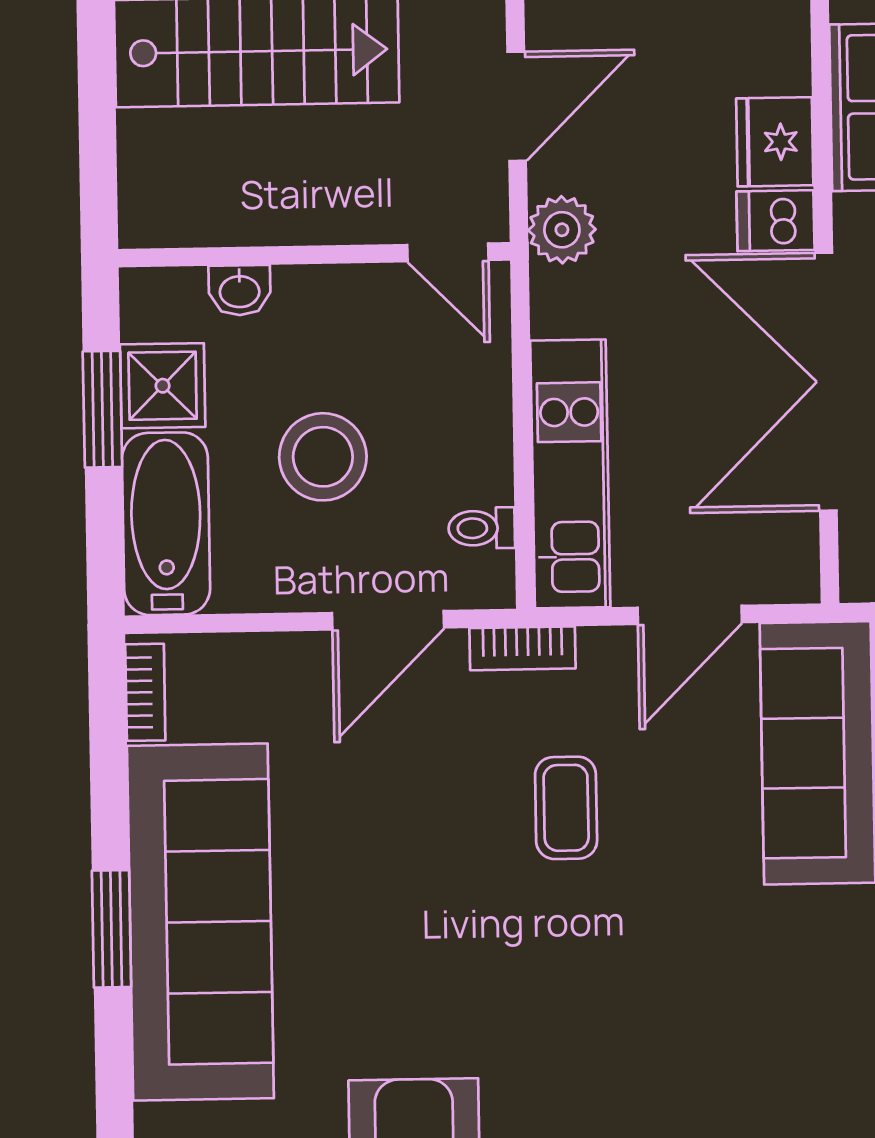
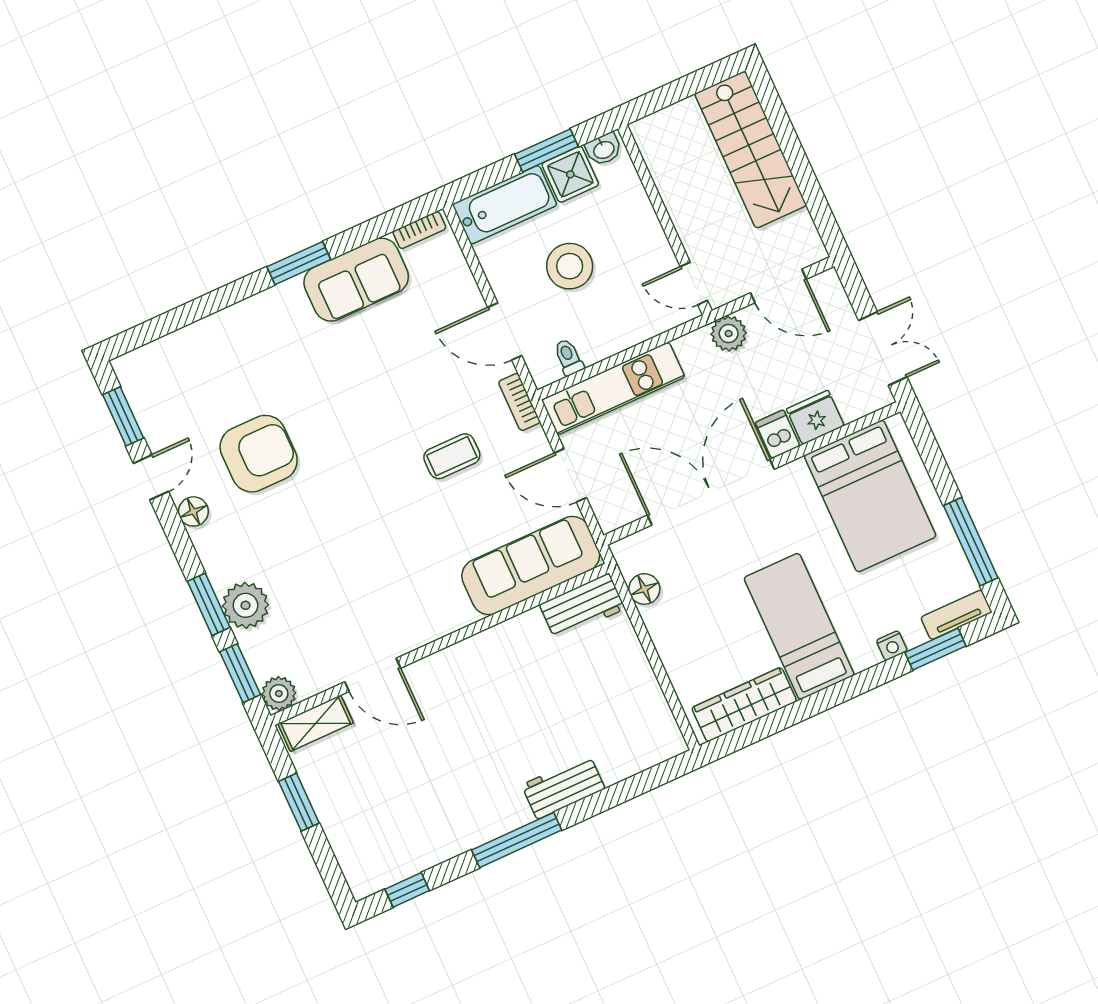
door: (448, 252) -> (694, 283), hinge flipped
washbasin: (240, 290) -> (604, 149), moved, turned -90
sofa: (200, 922) -> (356, 280), width x0.54, depth x0.79

